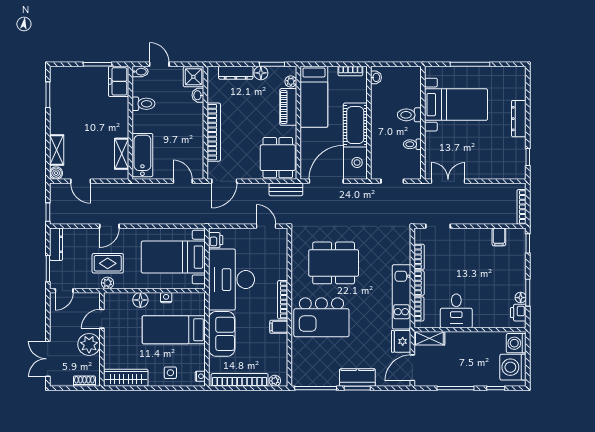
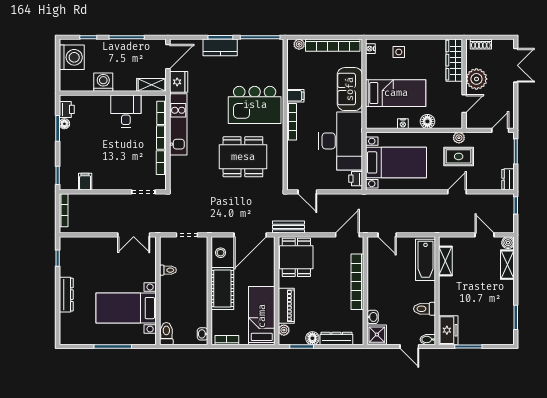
toilet: (409, 115) -> (166, 334), moved, turned -90
dresser: (56, 244) -> (508, 179), width x0.70
kitchen island: (321, 317) -> (255, 105), turned 180
washing machine: (516, 343) -> (103, 82), moved, turned -90
wardrobe: (126, 378) -> (454, 60), moved, turned 90

